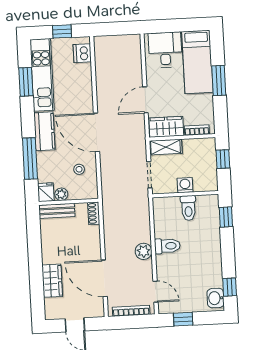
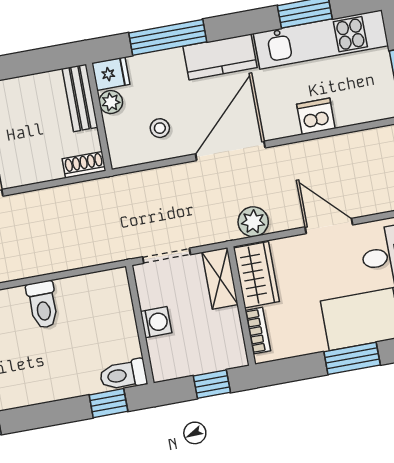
dishwasher: (82, 53) -> (316, 116), moved
door: (145, 100) -> (329, 226), moved
toilet: (188, 208) -> (123, 375), moved
plant: (144, 251) -> (253, 222), moved

